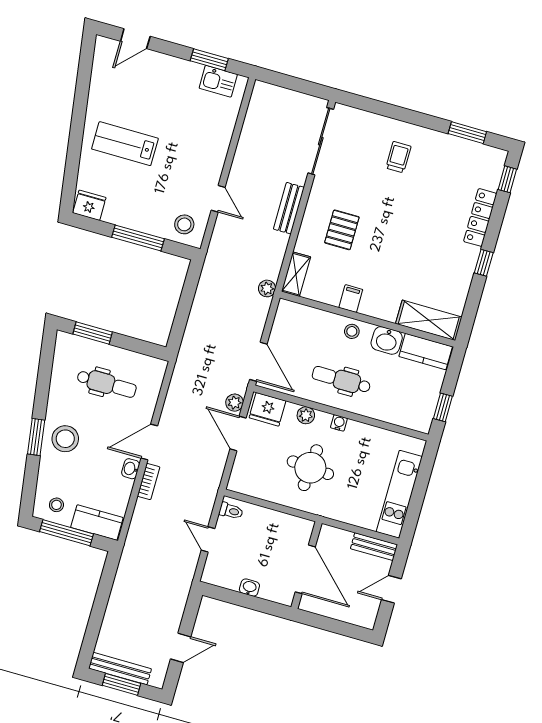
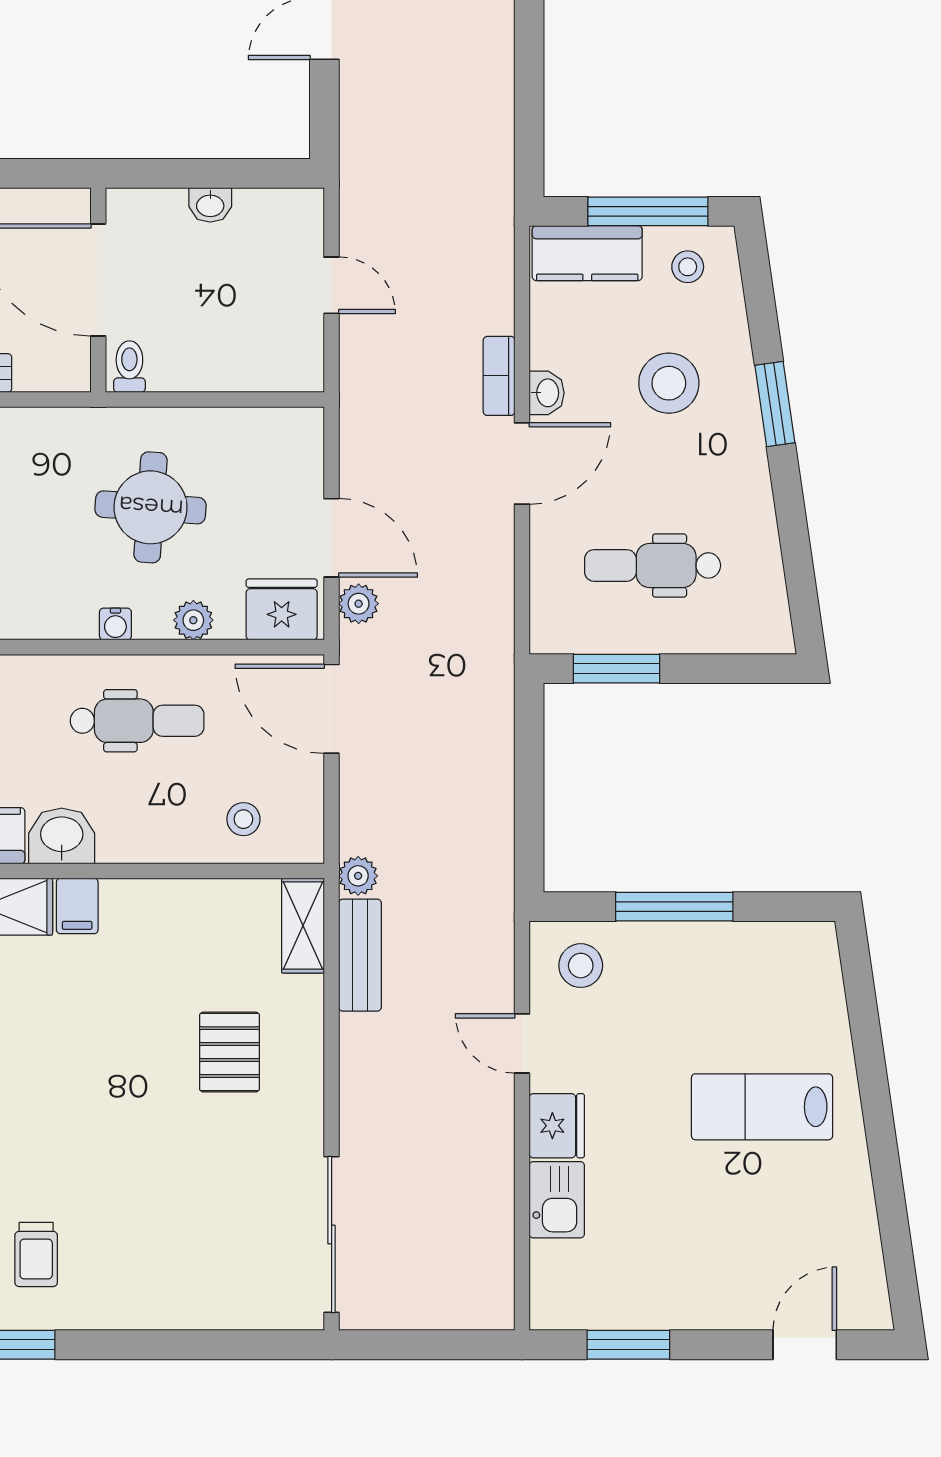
kitchen sink: (218, 81) -> (557, 1200), moved, turned 90
lab bench: (125, 144) -> (762, 1107), turned 180
trolley: (398, 157) -> (36, 1254), moved
fridge: (89, 205) -> (557, 1126), moved, turned -90
bench: (289, 208) -> (360, 955), moved
filing cabinet: (351, 299) -> (77, 906), moved
stool: (352, 331) -> (243, 819), moved
window: (93, 333) -> (617, 669), moved
stool: (65, 439) -> (669, 383), moved
toilet: (231, 511) -> (129, 367), moved, turned 90

